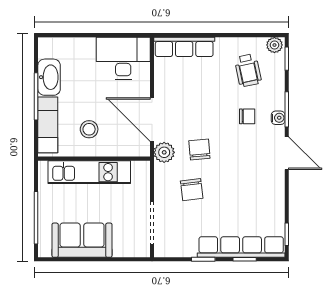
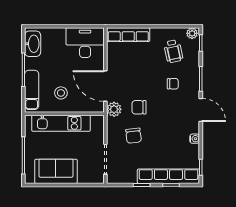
washbasin: (49, 77) -> (33, 44), moved
water cooler: (278, 118) -> (195, 139), moved
chair: (199, 150) -> (139, 107), turned -85

